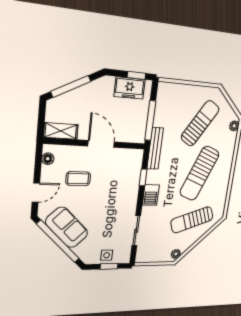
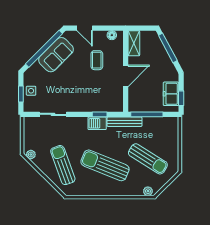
barbecue: (151, 195) -> (97, 123), moved

